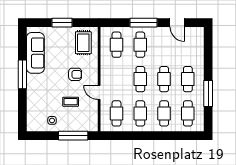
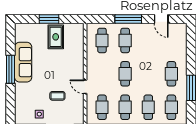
rug: (83, 43) -> (56, 37), moved
sofa: (35, 53) -> (23, 62), moved
armchair: (75, 74) -> (62, 69), removed
cafe table: (164, 79) -> (148, 74), removed

